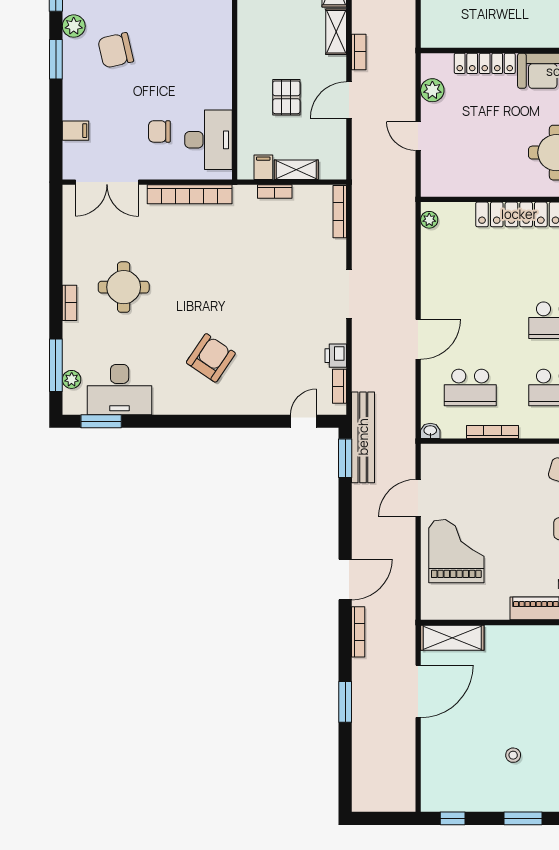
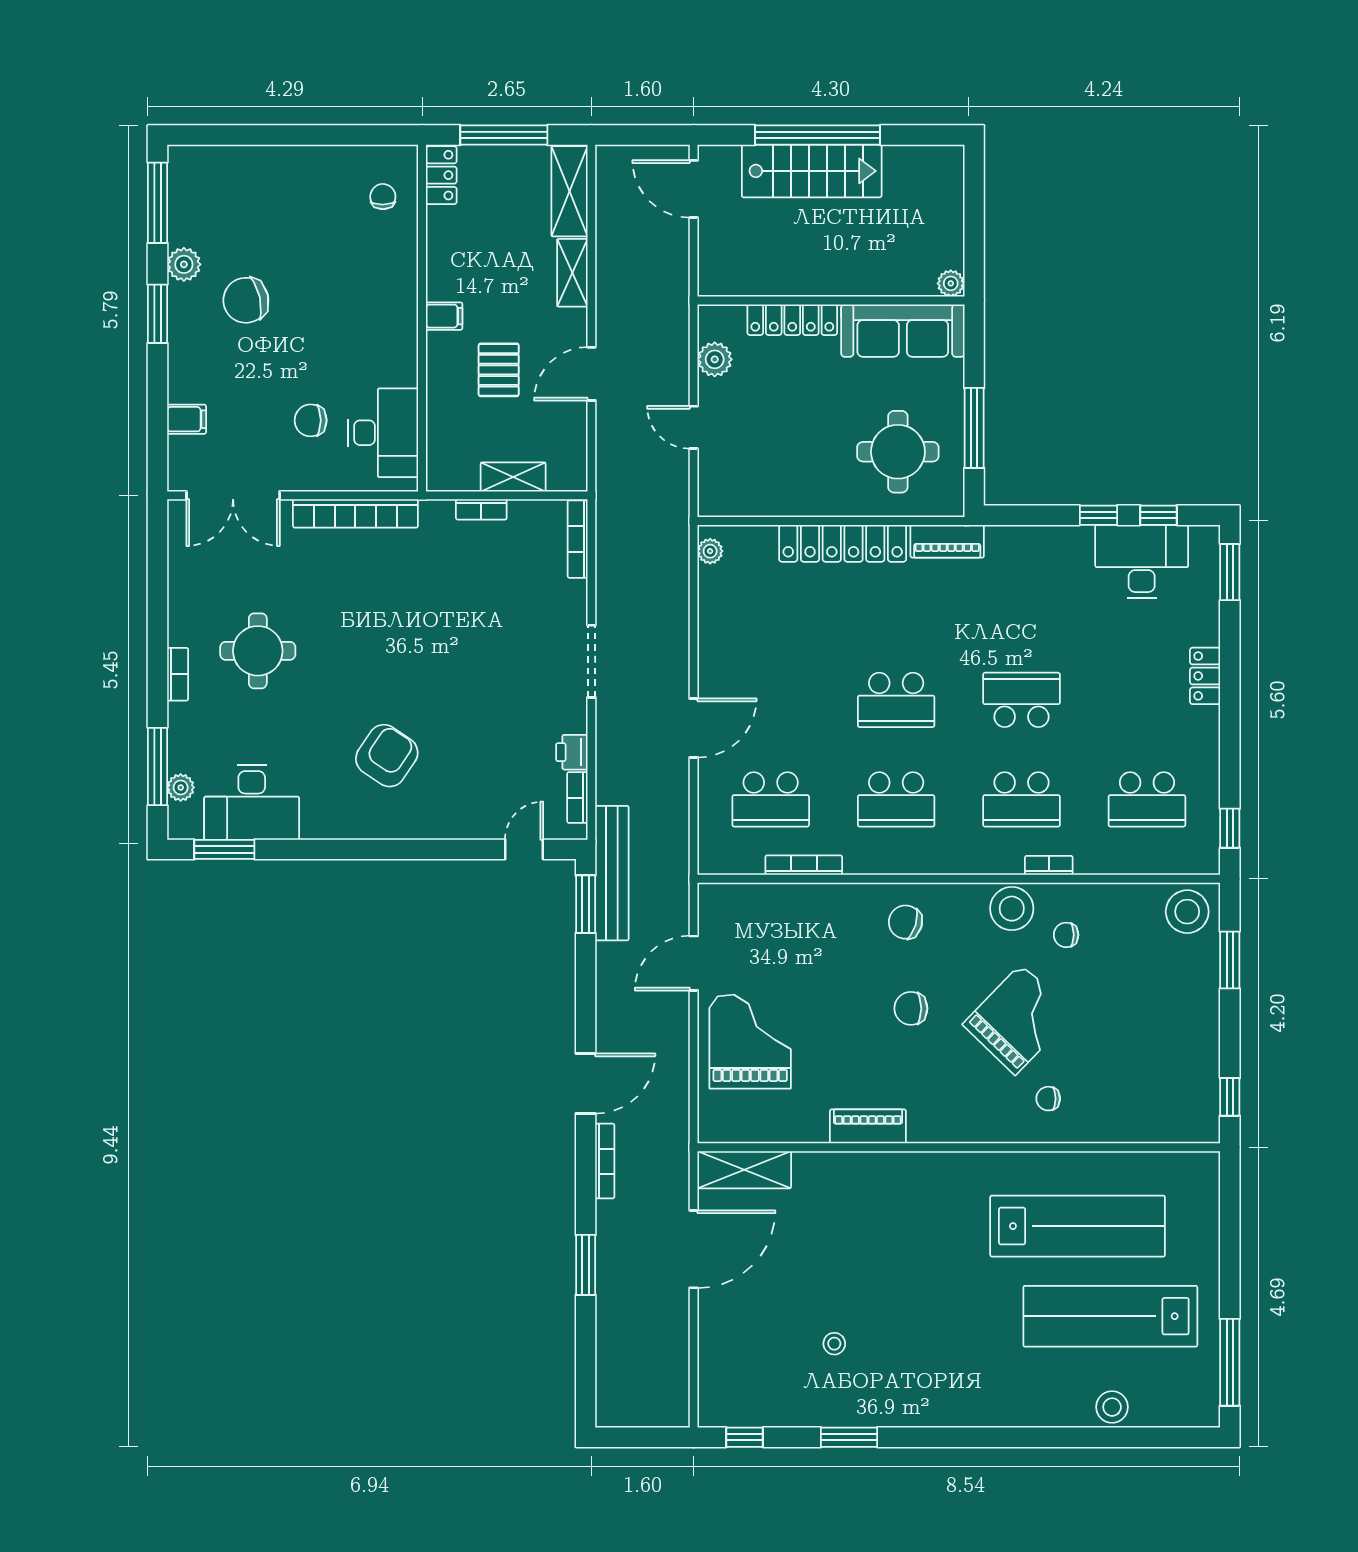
bookcase: (359, 52) -> (606, 303), removed
filing cabinet: (263, 167) -> (444, 316), moved, turned 90
washbasin: (430, 431) -> (712, 864), removed

